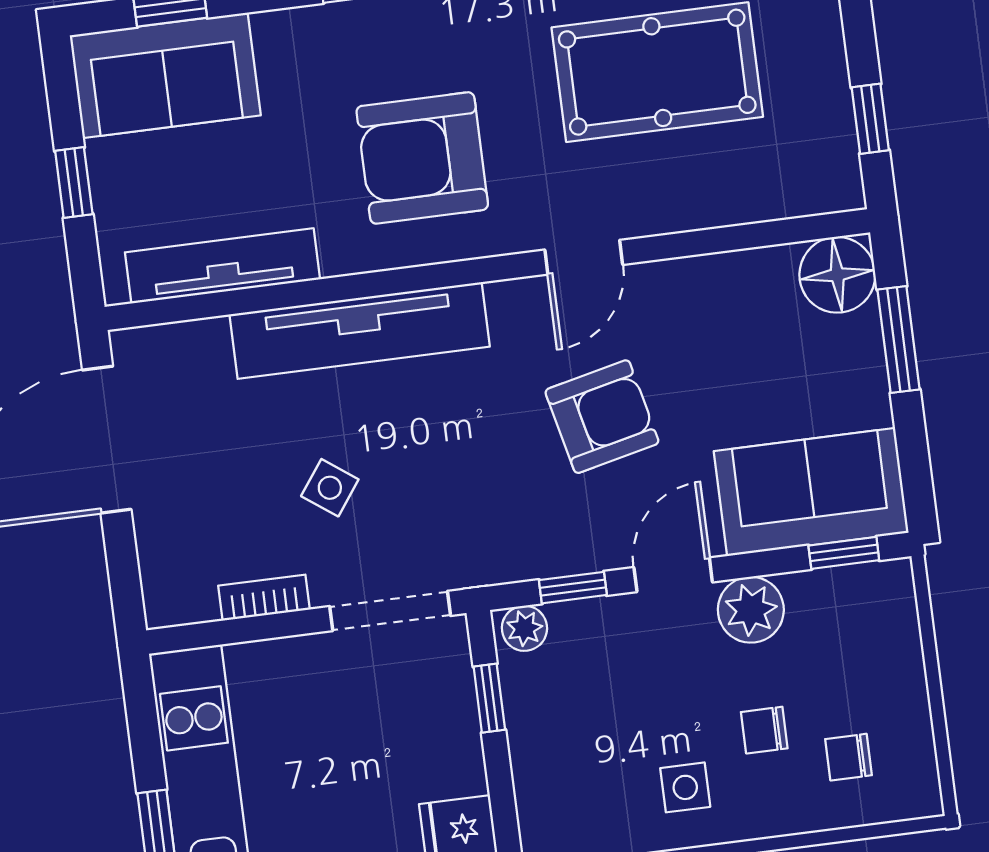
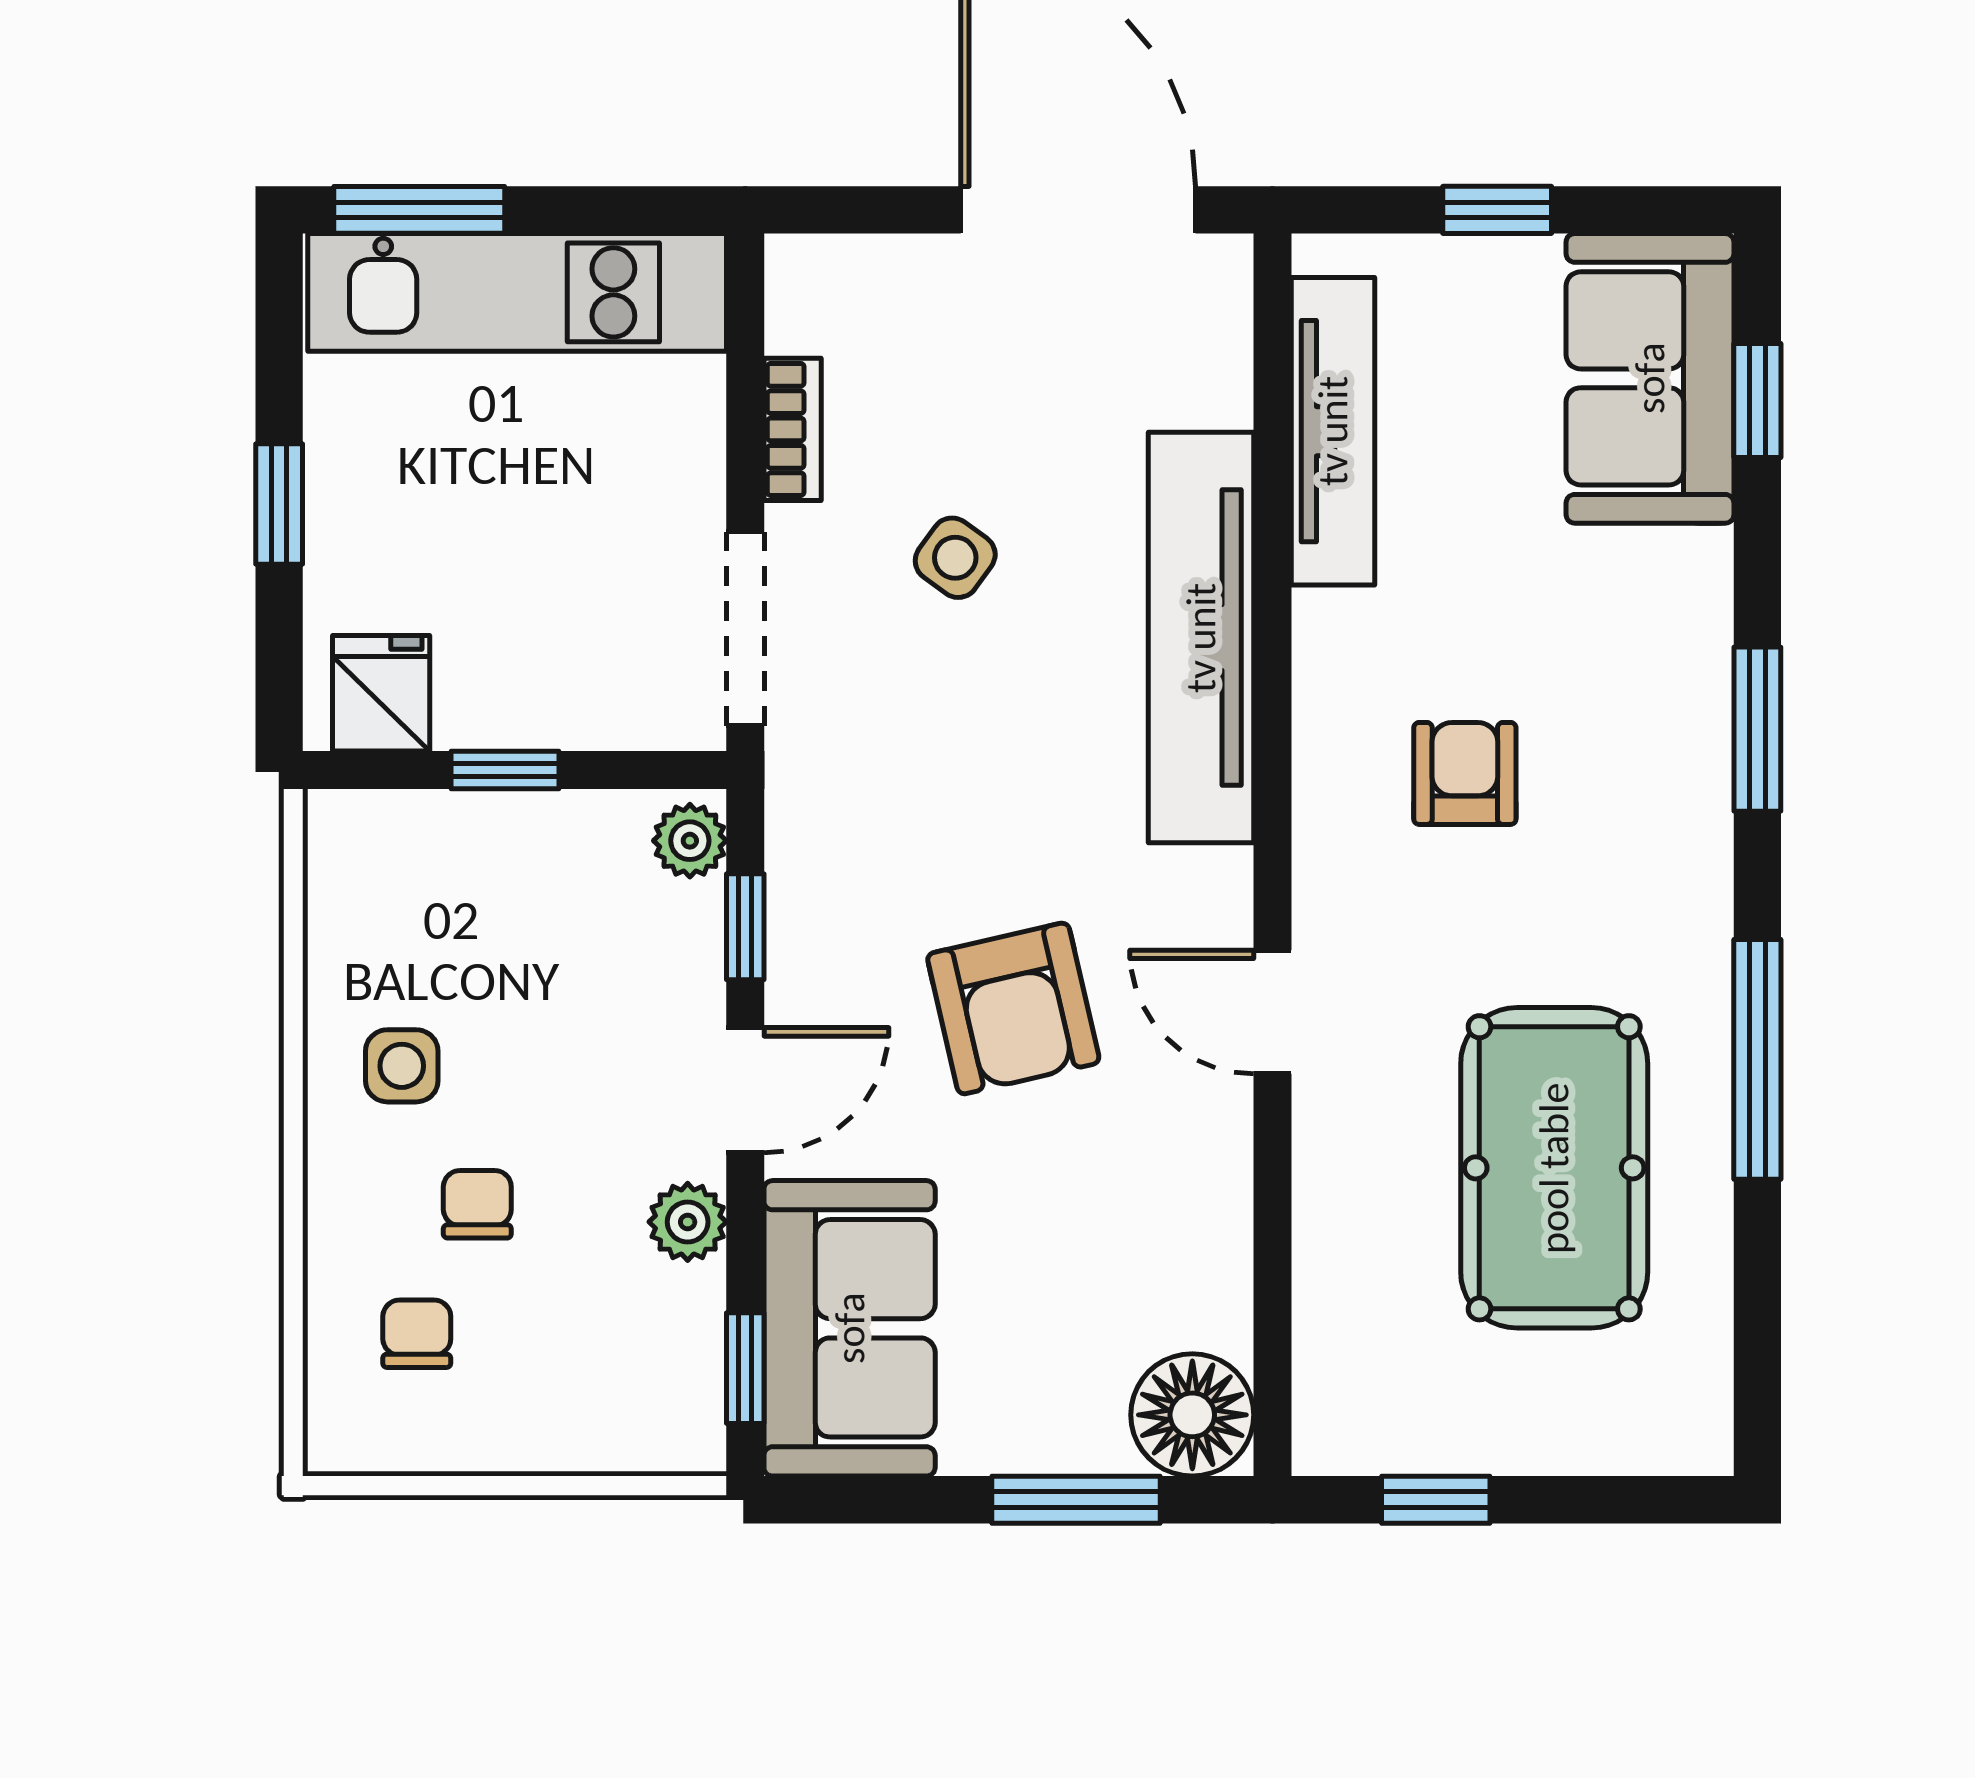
armchair: (422, 158) -> (1465, 773), width x0.53, depth x0.53
door: (673, 575) -> (745, 1090), hinge flipped
plant: (751, 610) -> (688, 1222), width x0.73, depth x0.73
window: (489, 698) -> (505, 770), moved

